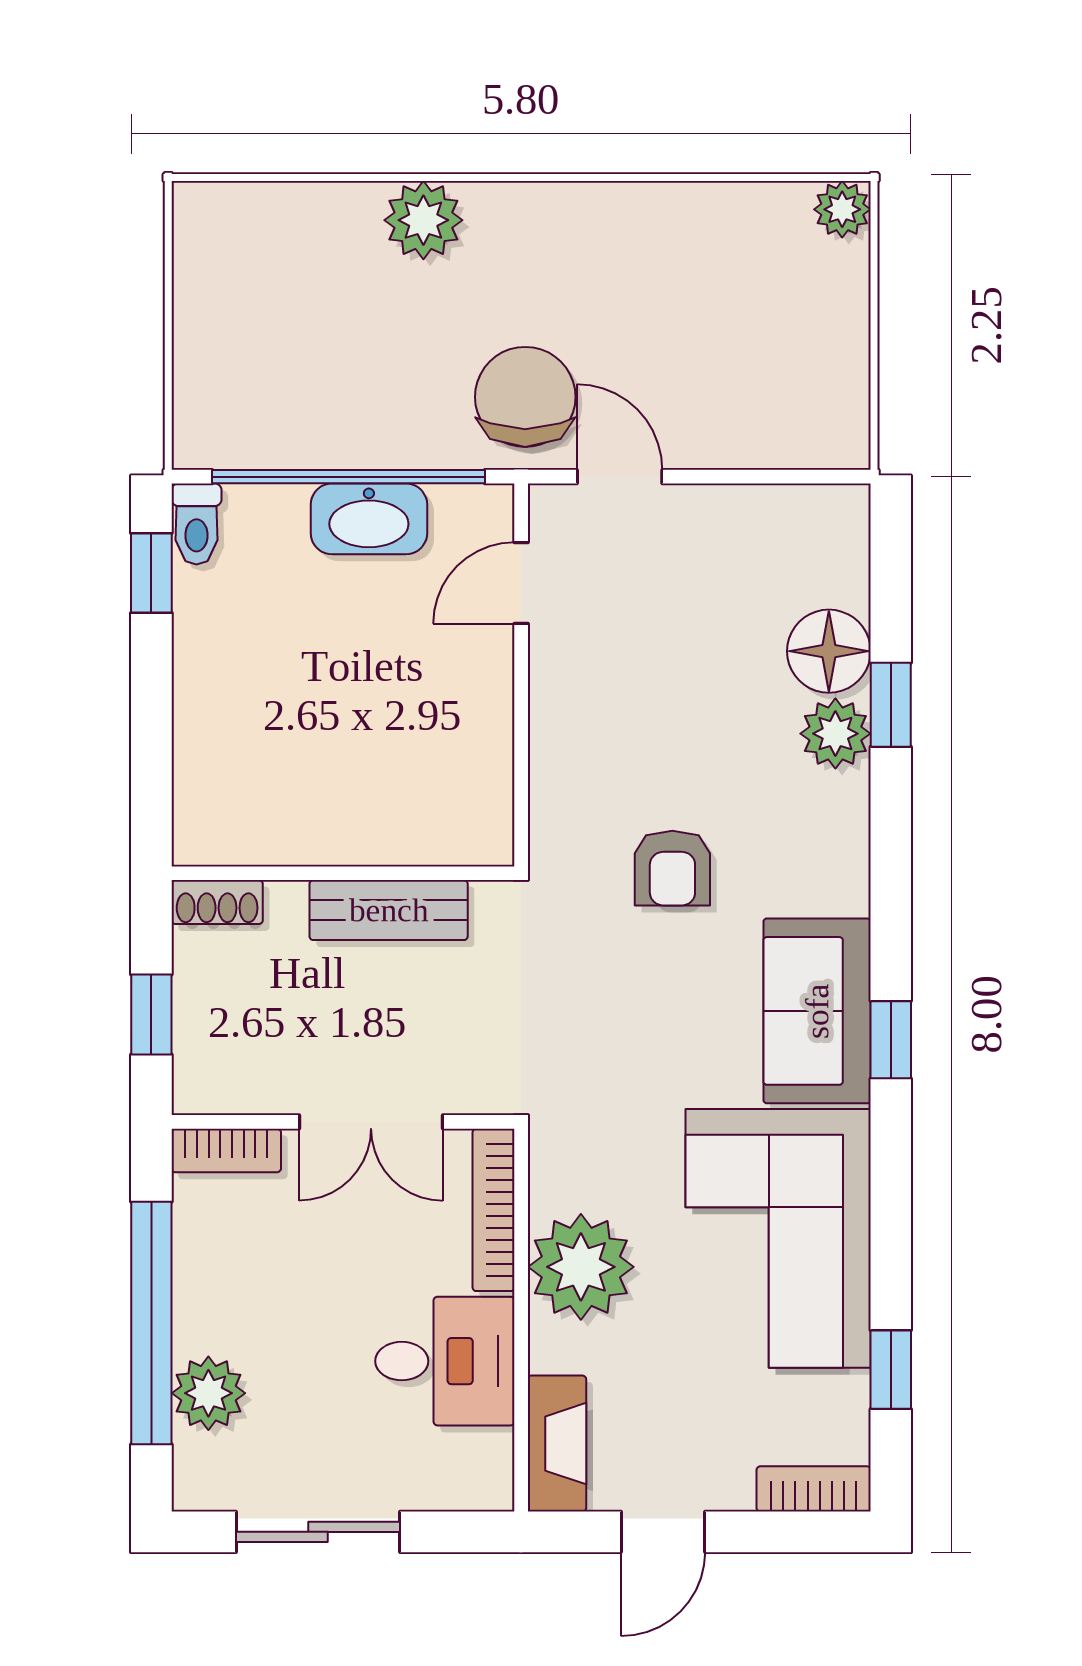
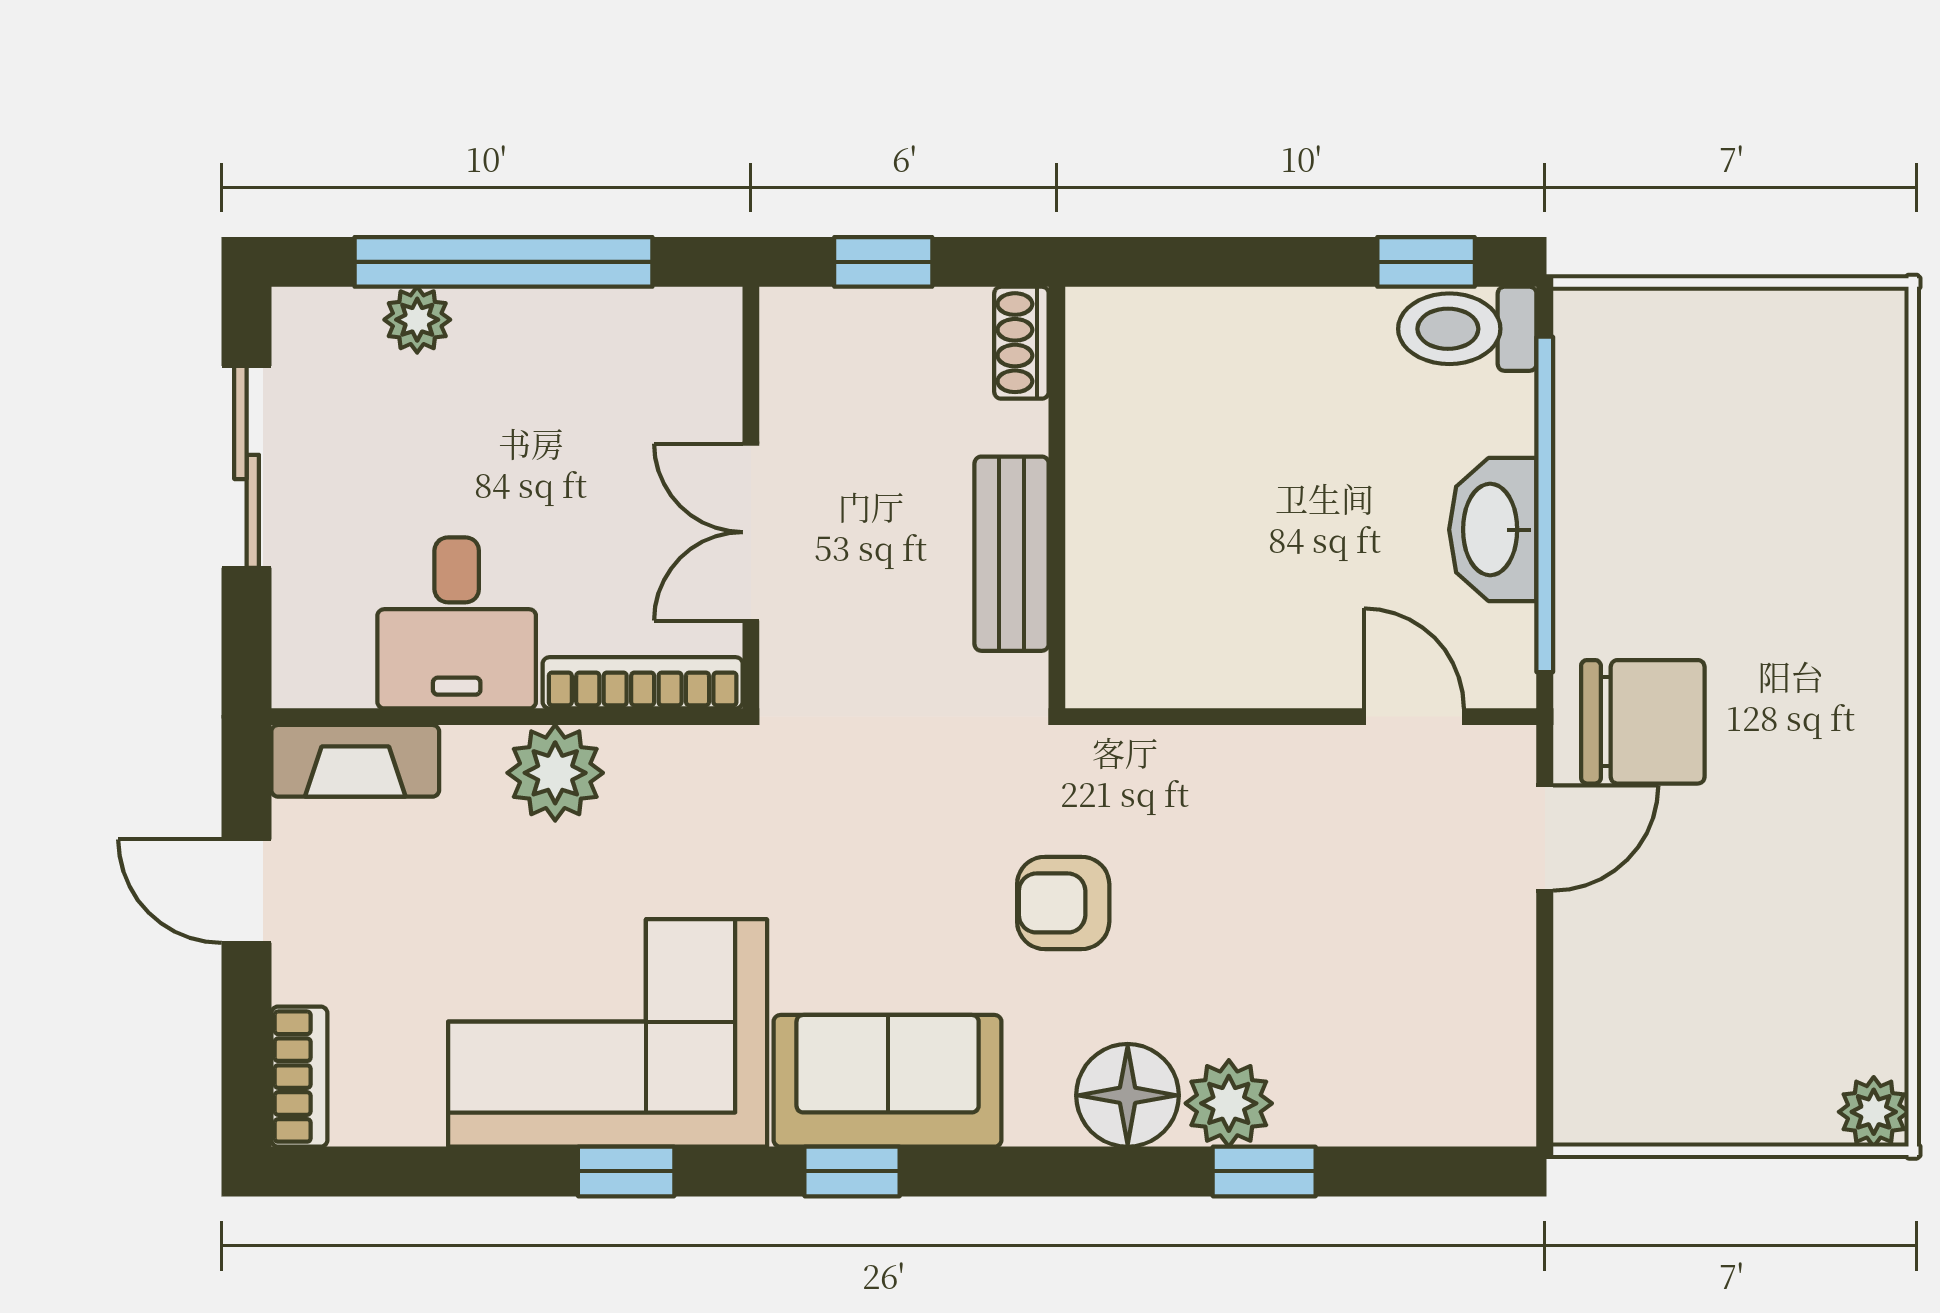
plant: (423, 220) -> (1860, 596), removed
toilet: (196, 524) -> (1467, 329), width x1.37, depth x1.39
floor lamp: (829, 651) -> (1128, 1095), moved
bookcase: (226, 1150) -> (716, 354), removed
plant: (581, 1267) -> (555, 773), width x0.73, depth x0.73
window: (891, 1370) -> (626, 1171), moved
plant: (208, 1393) -> (417, 320), width x0.73, depth x0.73

